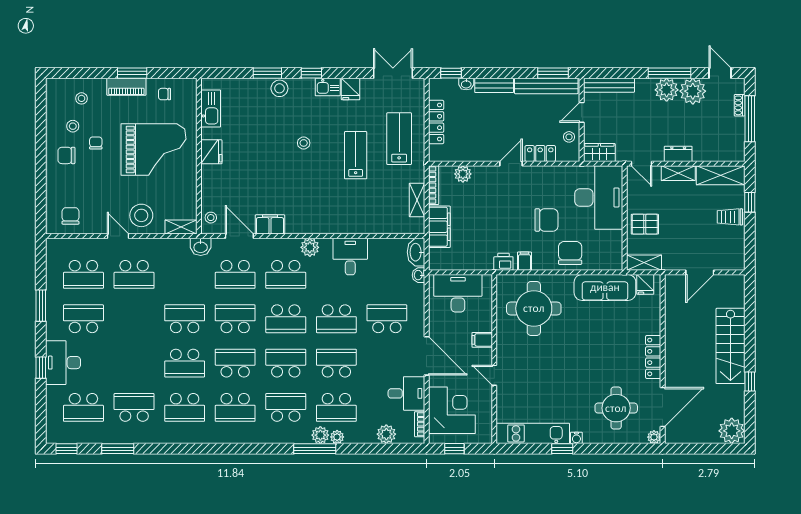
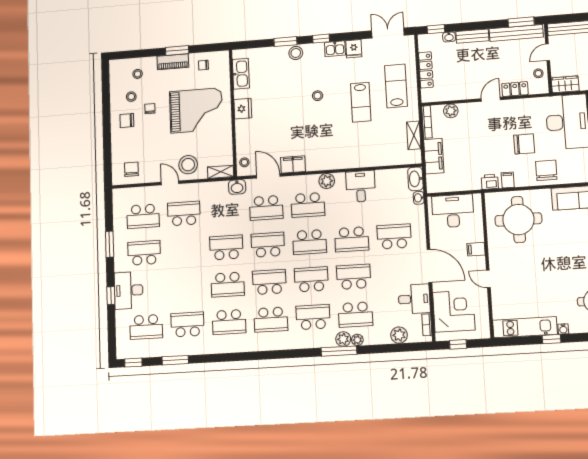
lab bench: (356, 155) -> (361, 102), turned 180
school desk: (134, 274) -> (184, 213), turned 180

